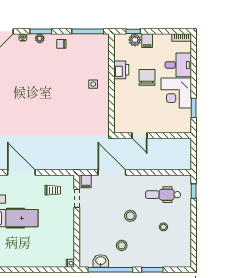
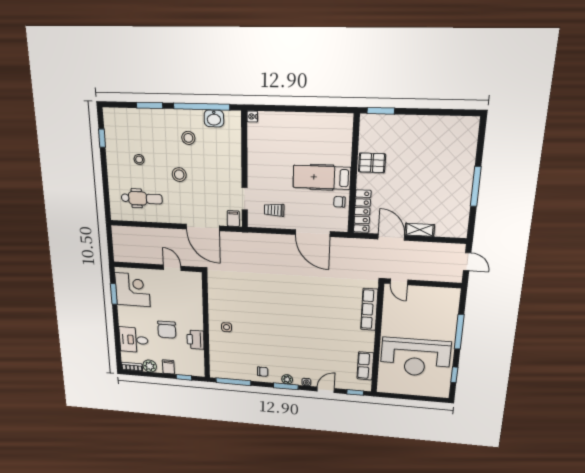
plant: (135, 40) -> (150, 366), moved
corner desk: (176, 93) -> (132, 290), moved
window: (194, 191) -> (102, 138), moved

